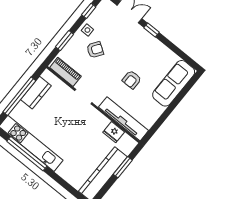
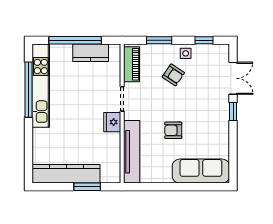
fridge: (114, 132) -> (112, 122), moved

